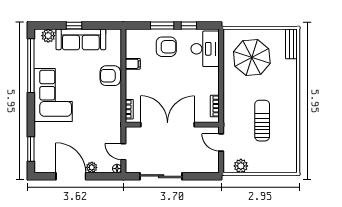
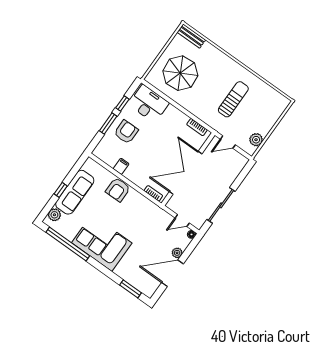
sun lounger: (262, 121) -> (233, 99), turned 90

